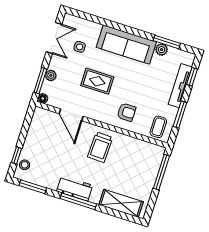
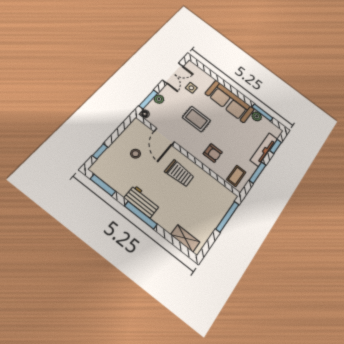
trolley: (100, 147) -> (179, 173), turned -92
stool: (25, 165) -> (136, 154), moved
shelving: (121, 203) -> (185, 238), width x0.67, depth x0.75

